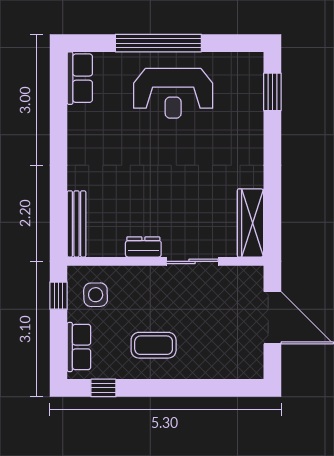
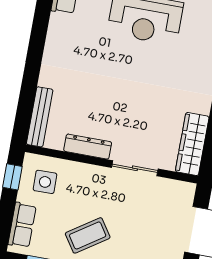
dresser: (143, 247) -> (88, 147), width x1.44
coffee table: (154, 345) -> (88, 235), turned -34

